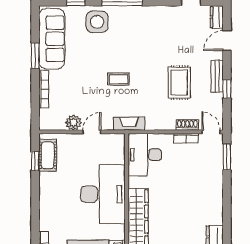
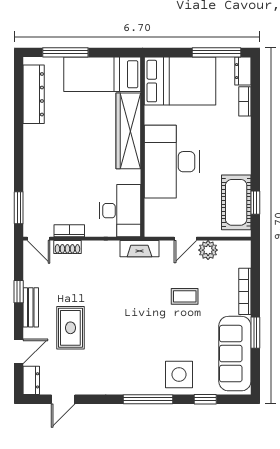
coffee table: (119, 79) -> (185, 296), moved
rug: (179, 83) -> (70, 328), moved
cot: (48, 155) -> (236, 202), width x1.37, depth x1.34

